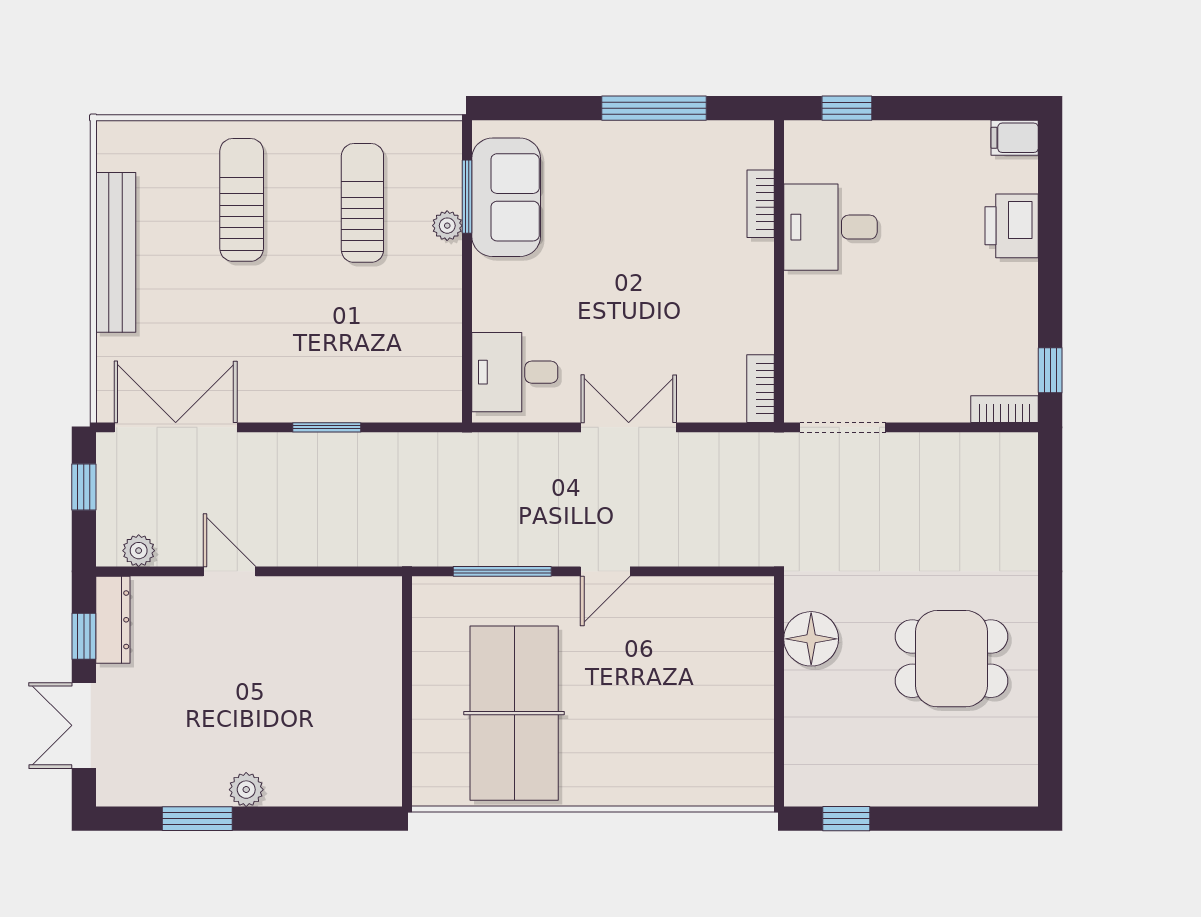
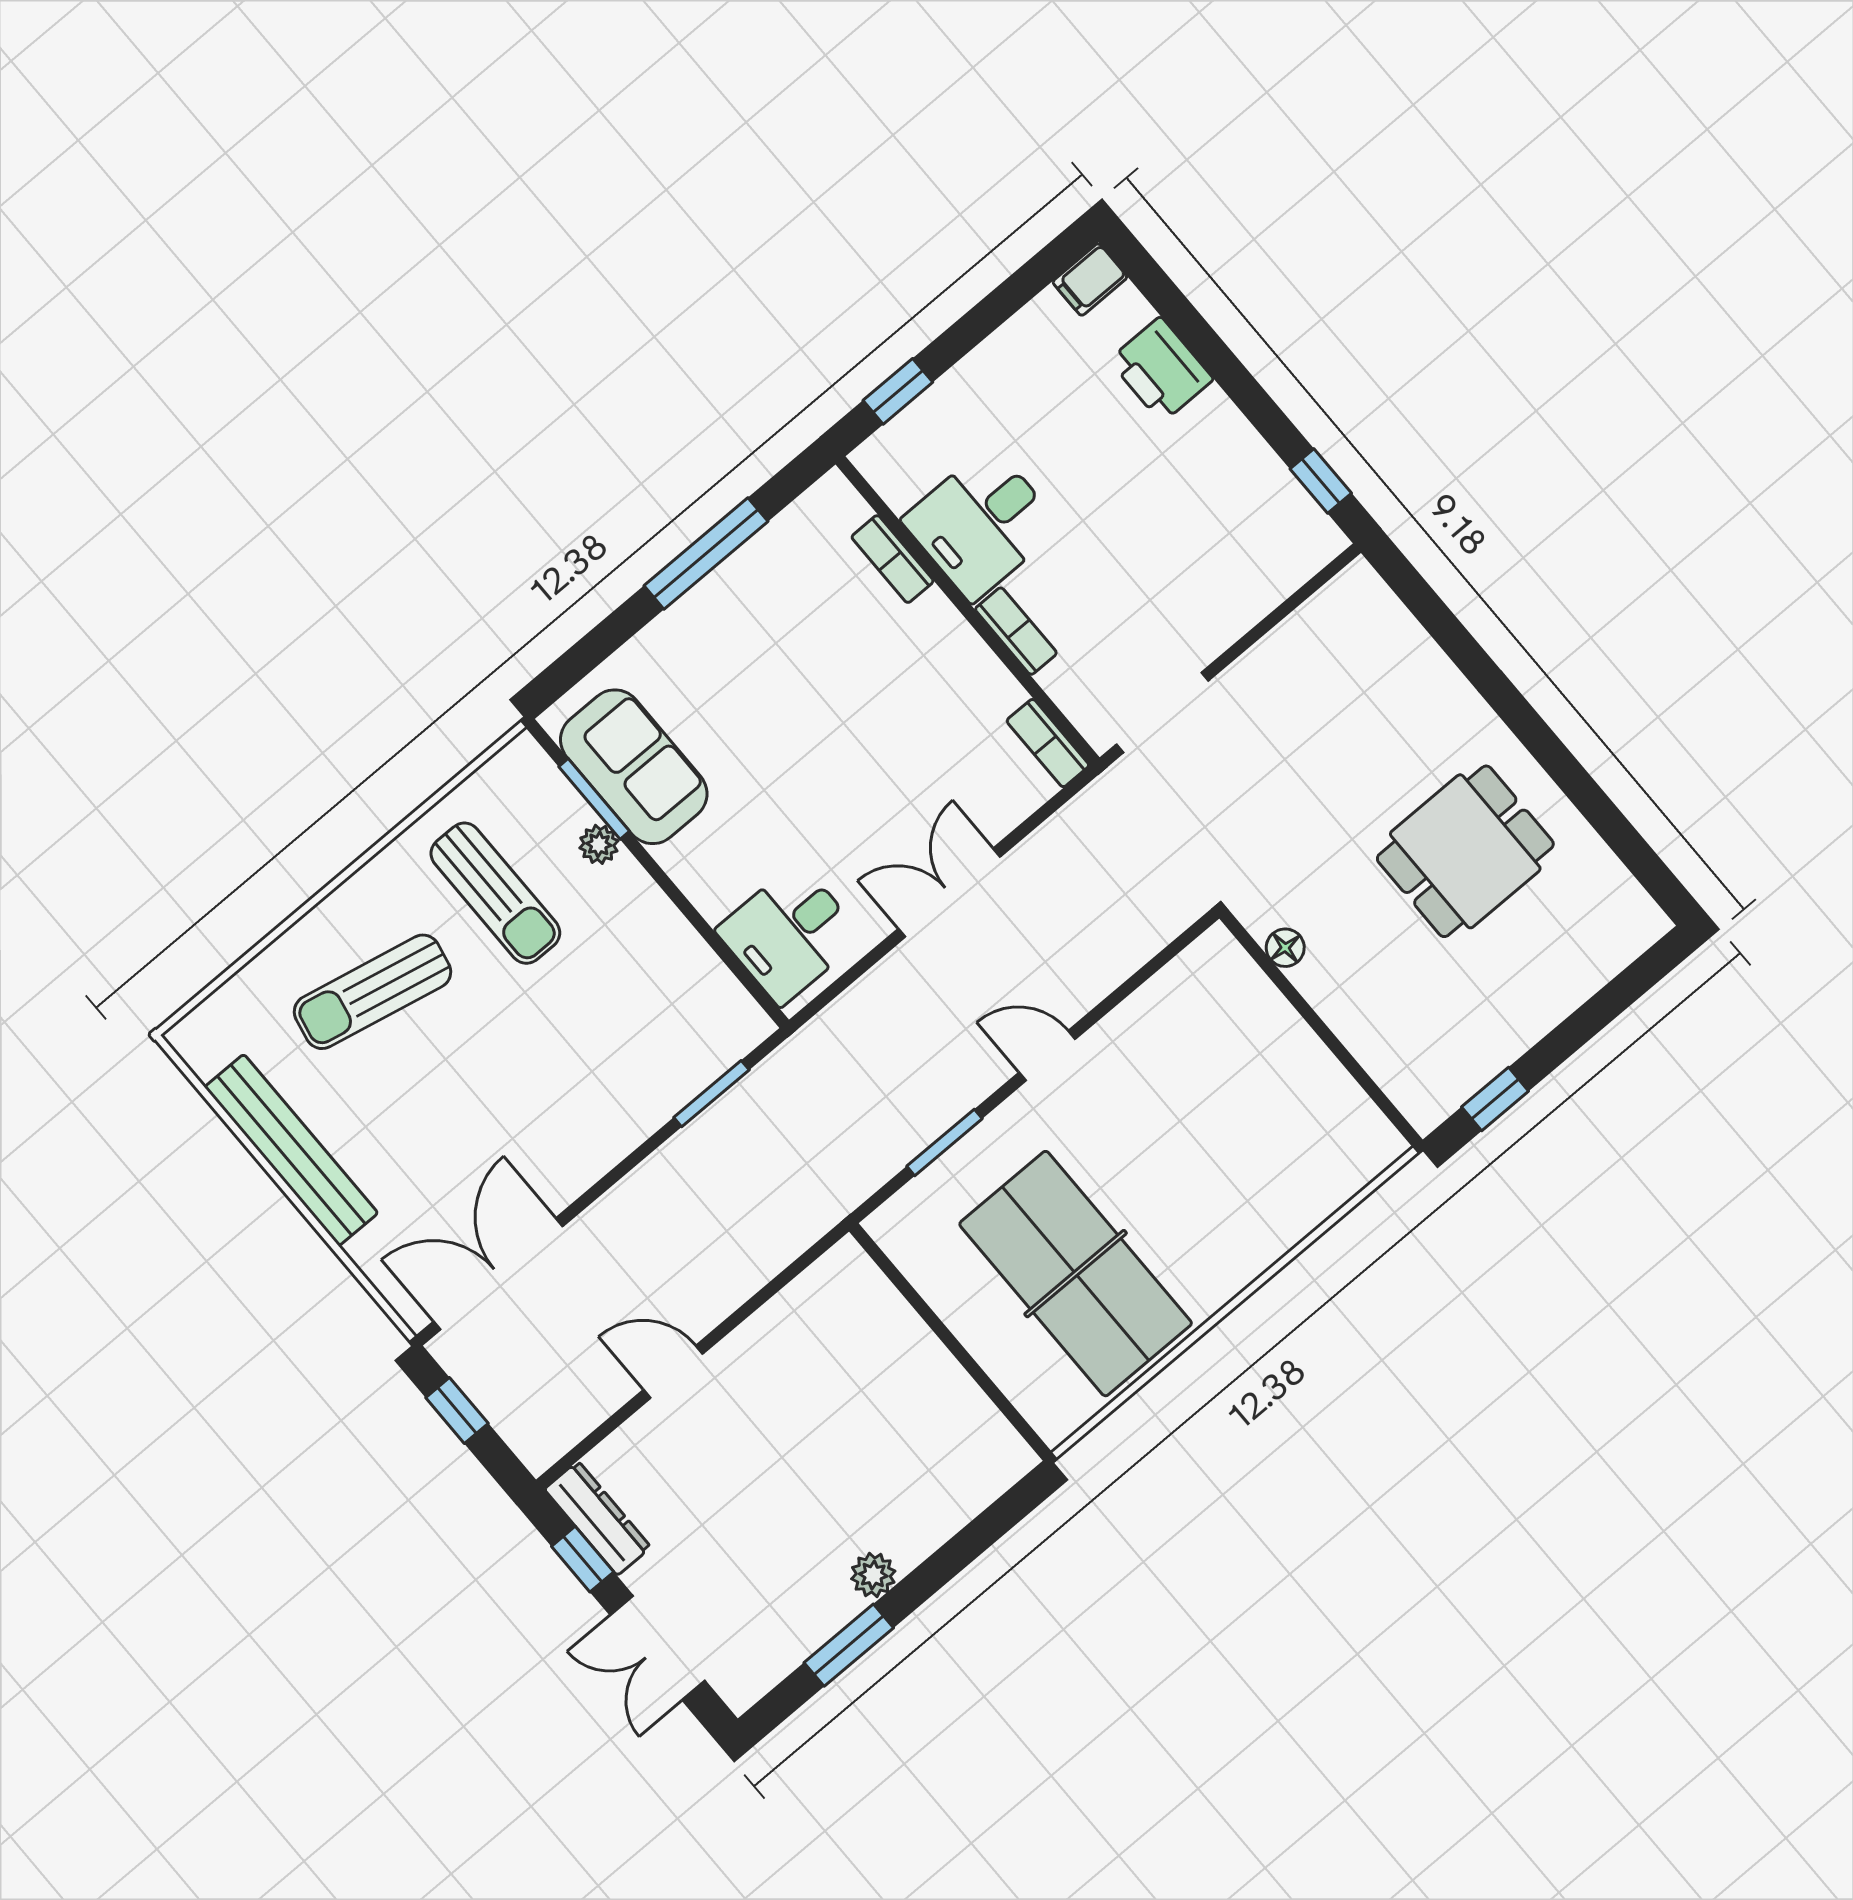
sun lounger: (242, 200) -> (373, 992), turned -78
sun lounger: (362, 203) -> (495, 893), turned 180
bookcase: (1005, 409) -> (1016, 631), moved, turned 90
window: (327, 427) -> (711, 1094), moved
plant: (139, 551) -> (565, 1428), removed
window: (502, 571) -> (945, 1142), width x0.69
door: (605, 571) -> (1047, 1056), swing flipped
floor lamp: (811, 639) -> (1285, 948), width x0.53, depth x0.53

